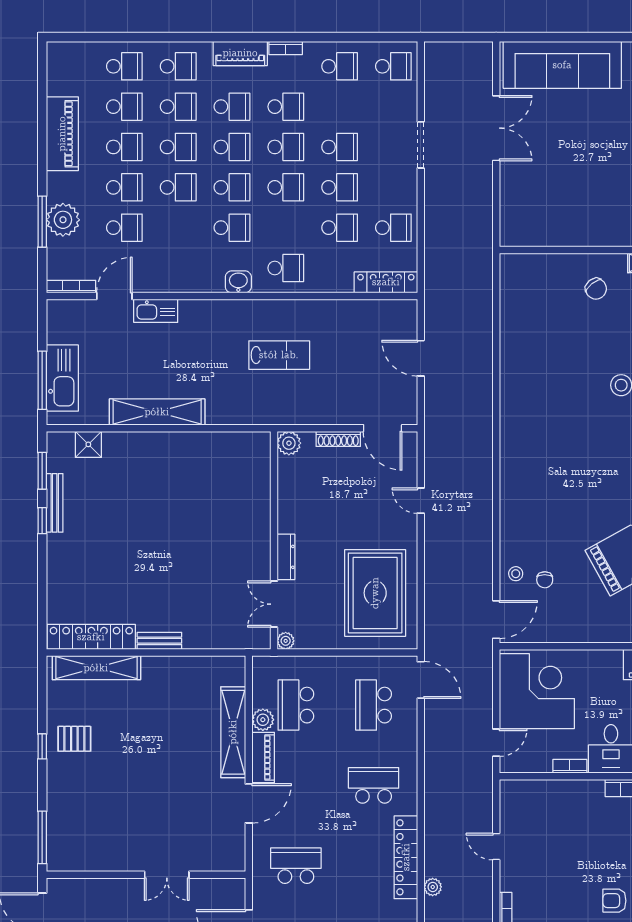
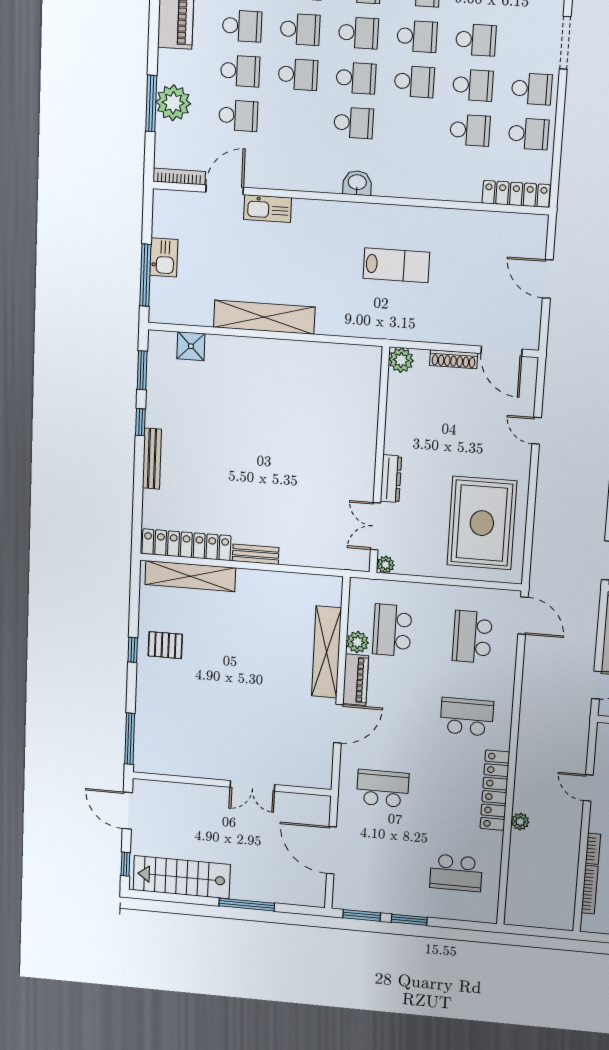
school desk: (286, 268) -> (532, 89), moved
kitchen sink: (62, 378) -> (164, 257), width x0.53, depth x0.81
bench: (55, 503) -> (152, 459), moved

